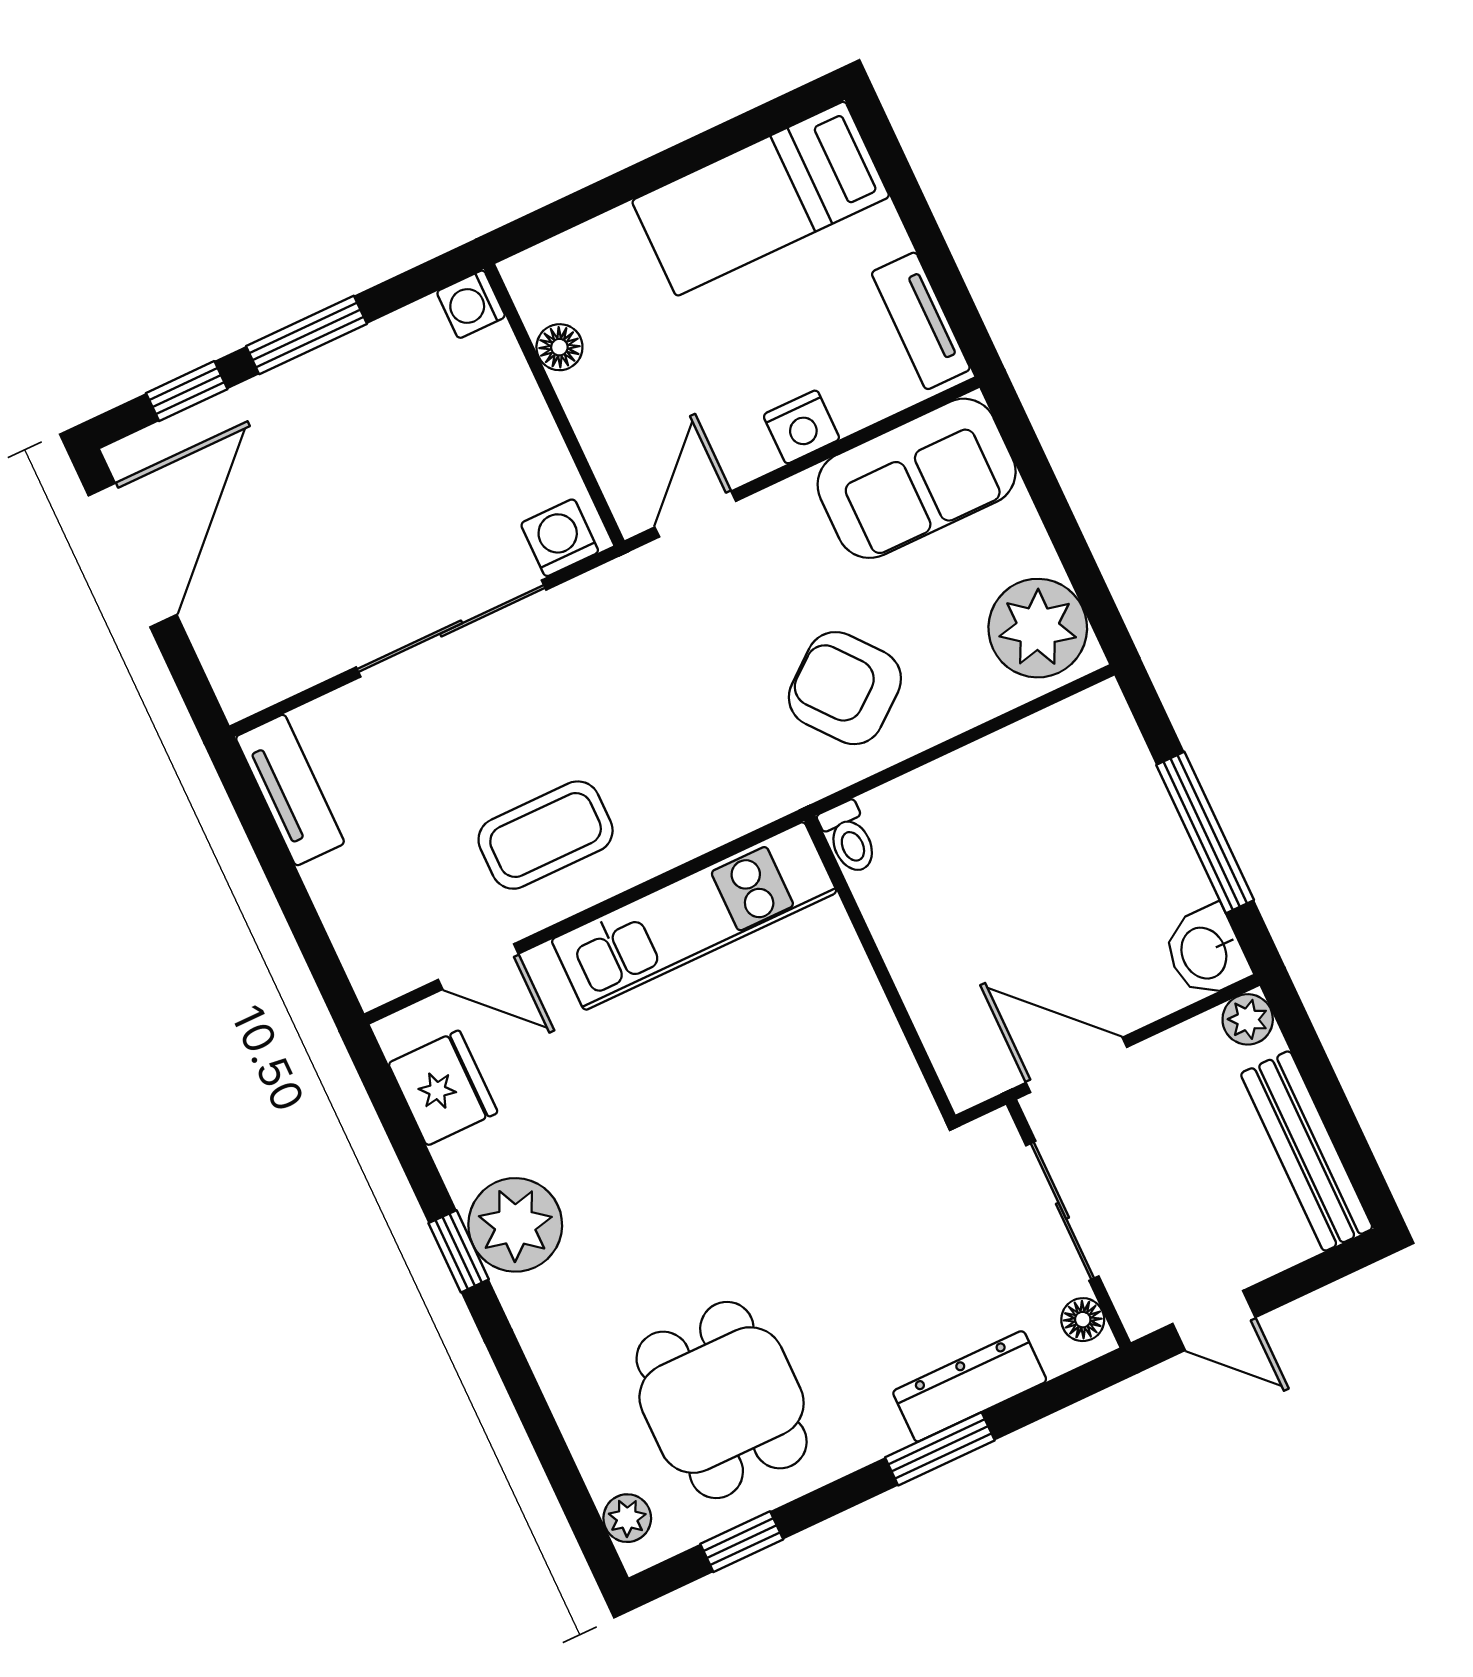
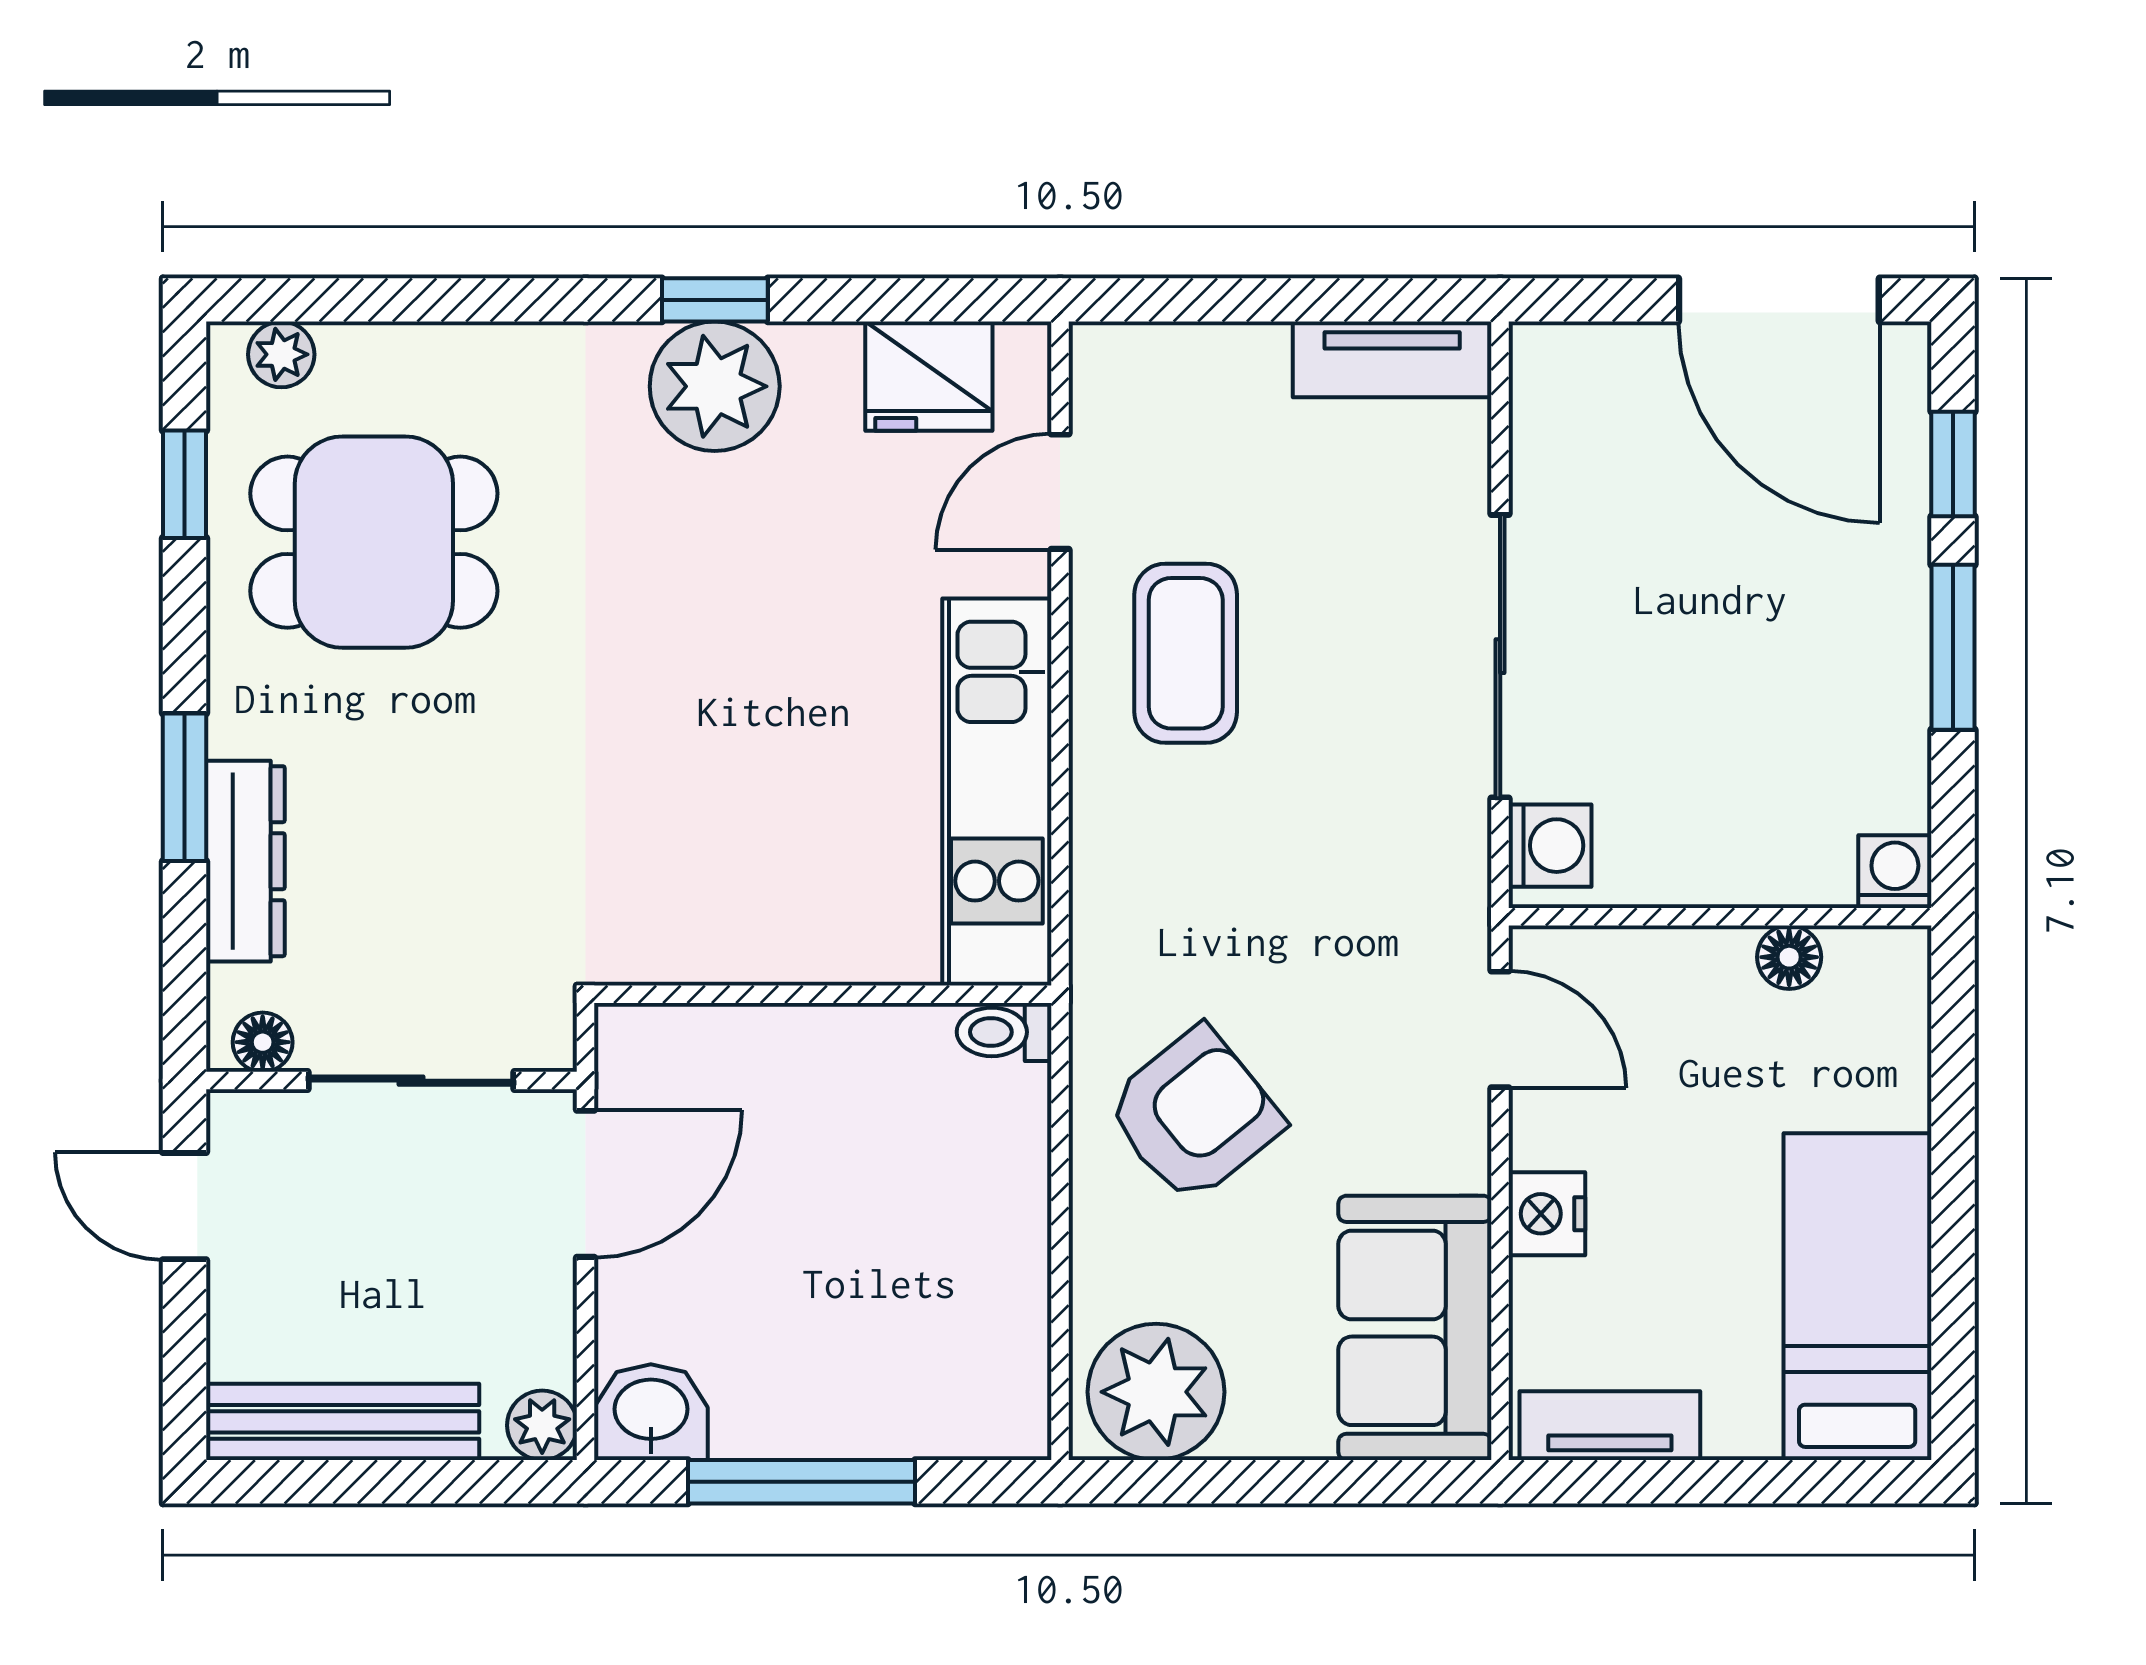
door: (1214, 1320) -> (184, 1206), hinge flipped

